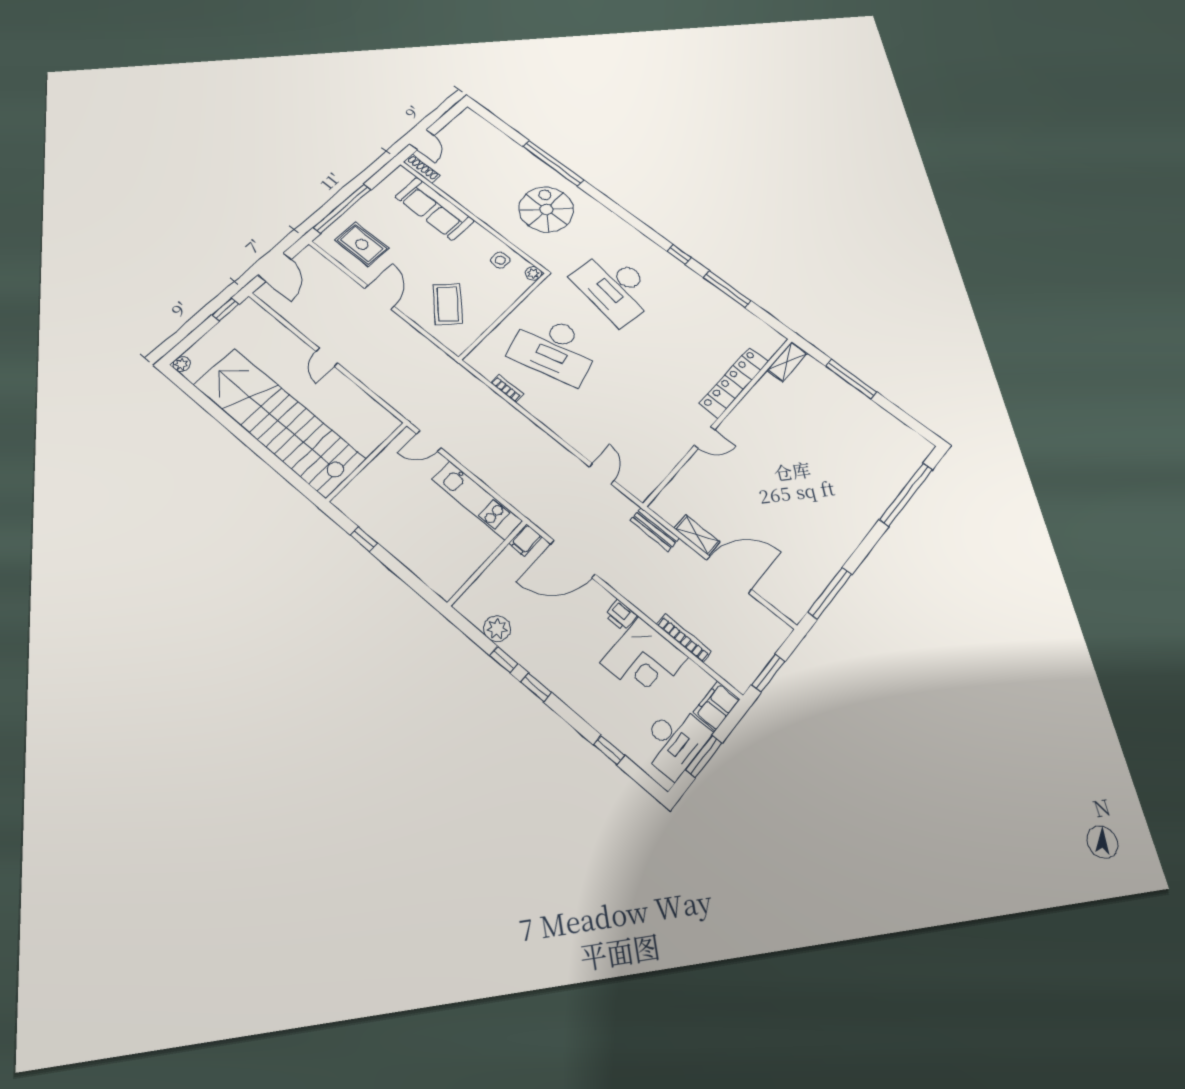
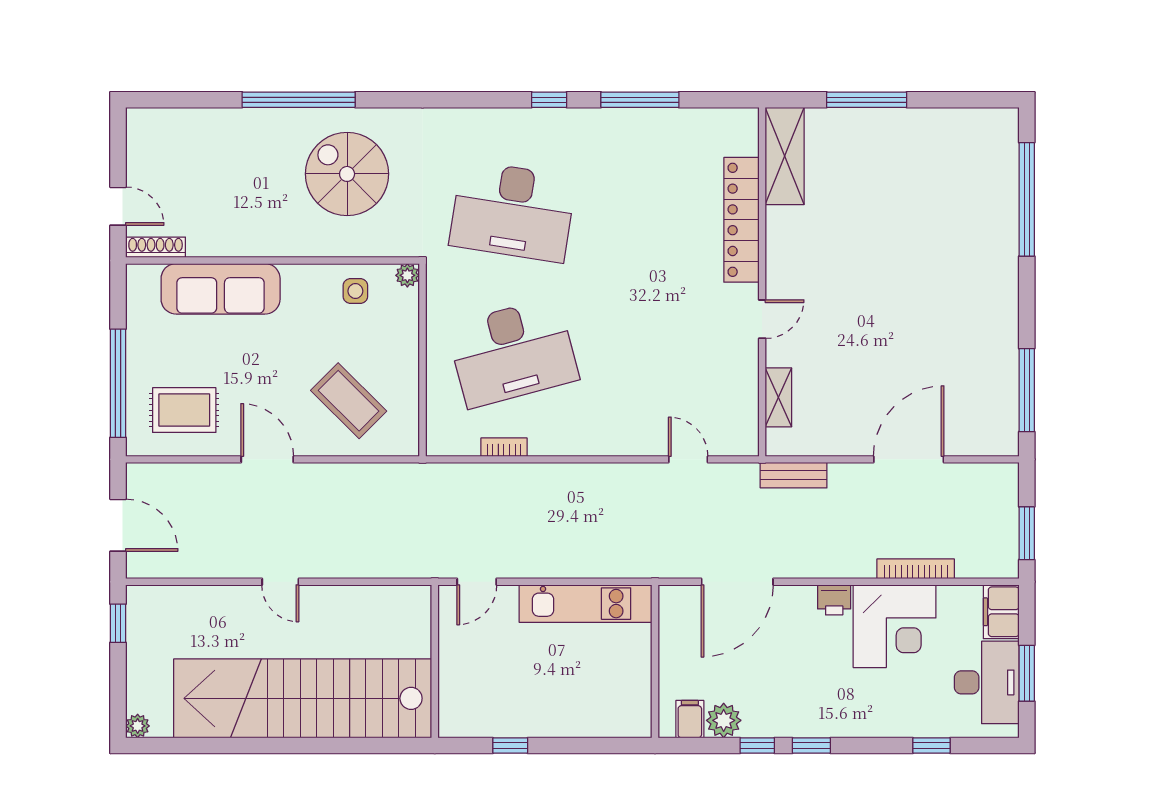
shelving: (787, 362) -> (785, 156), width x1.50, depth x1.33
shelving: (697, 535) -> (778, 397), moved, turned 90
filing cabinet: (525, 540) -> (690, 719), moved, turned 180

